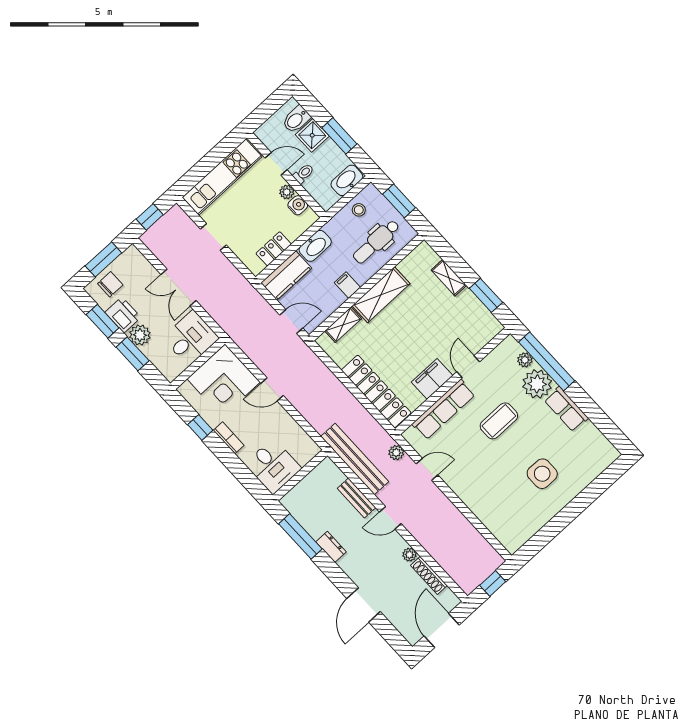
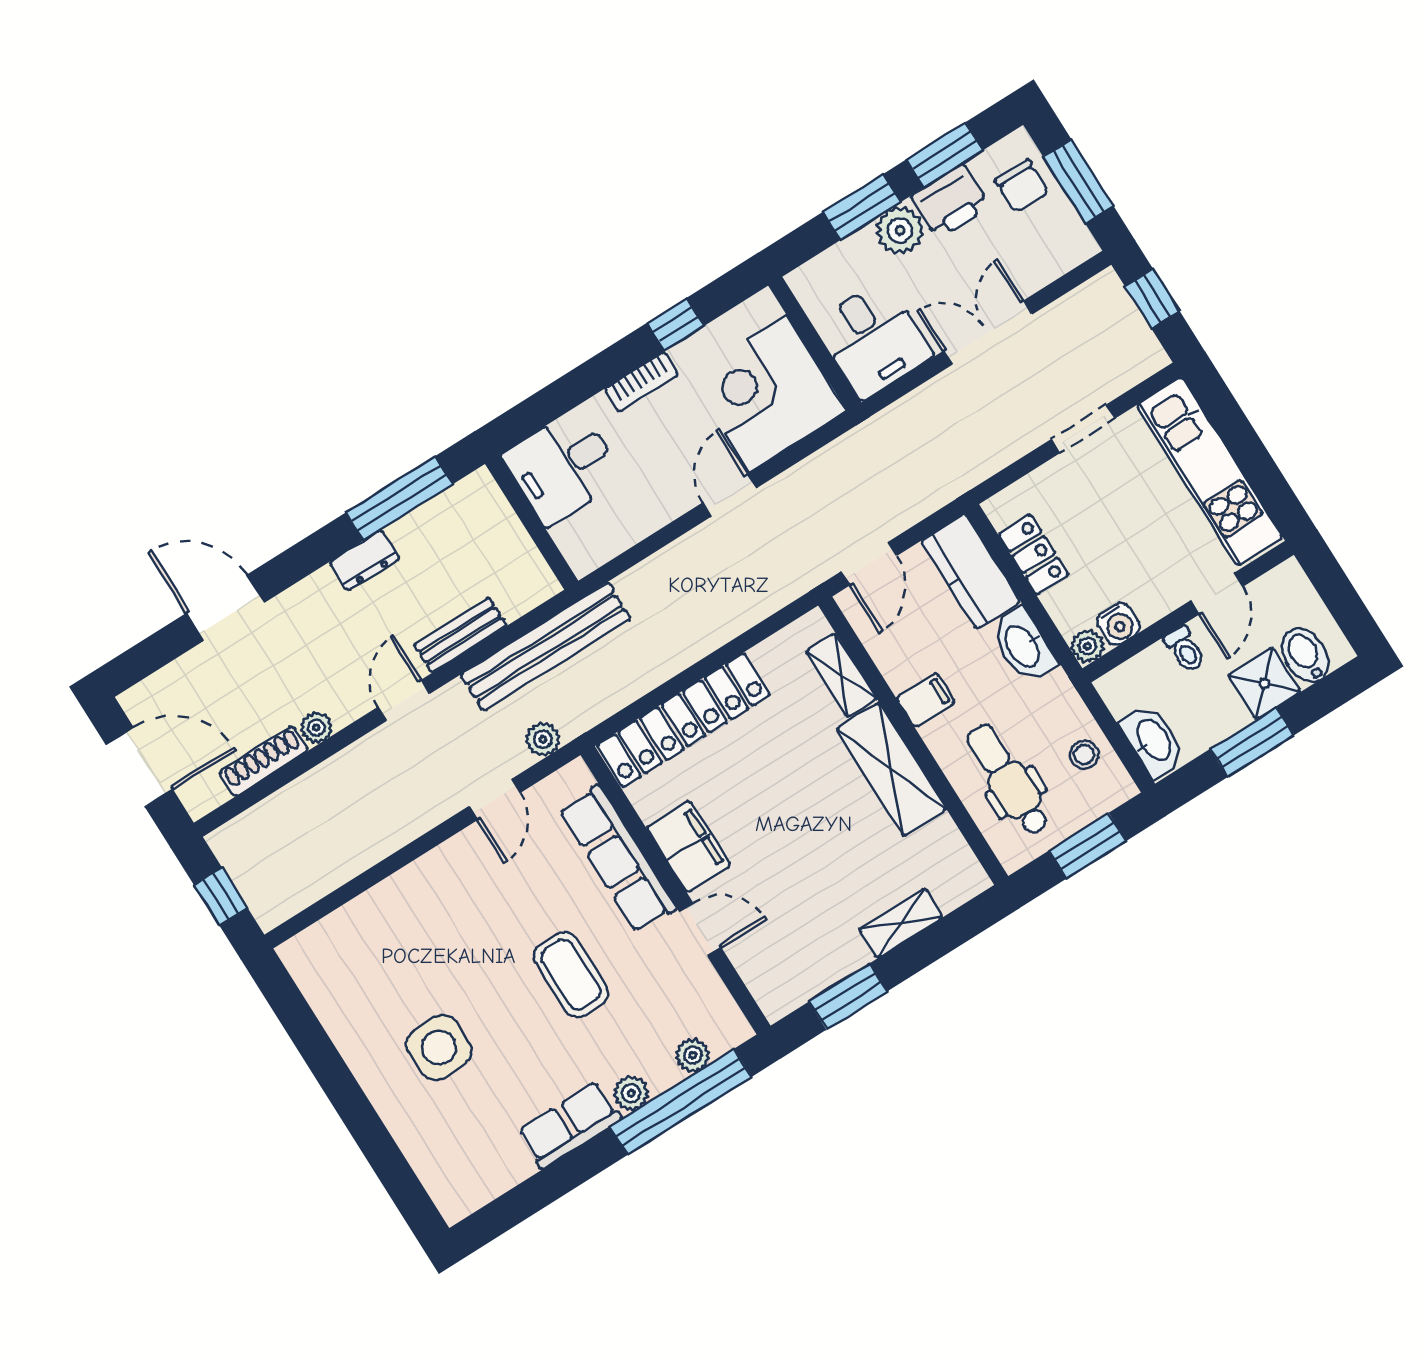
plant: (287, 192) -> (1088, 646), moved
plant: (537, 384) -> (631, 1093), width x0.53, depth x0.53

